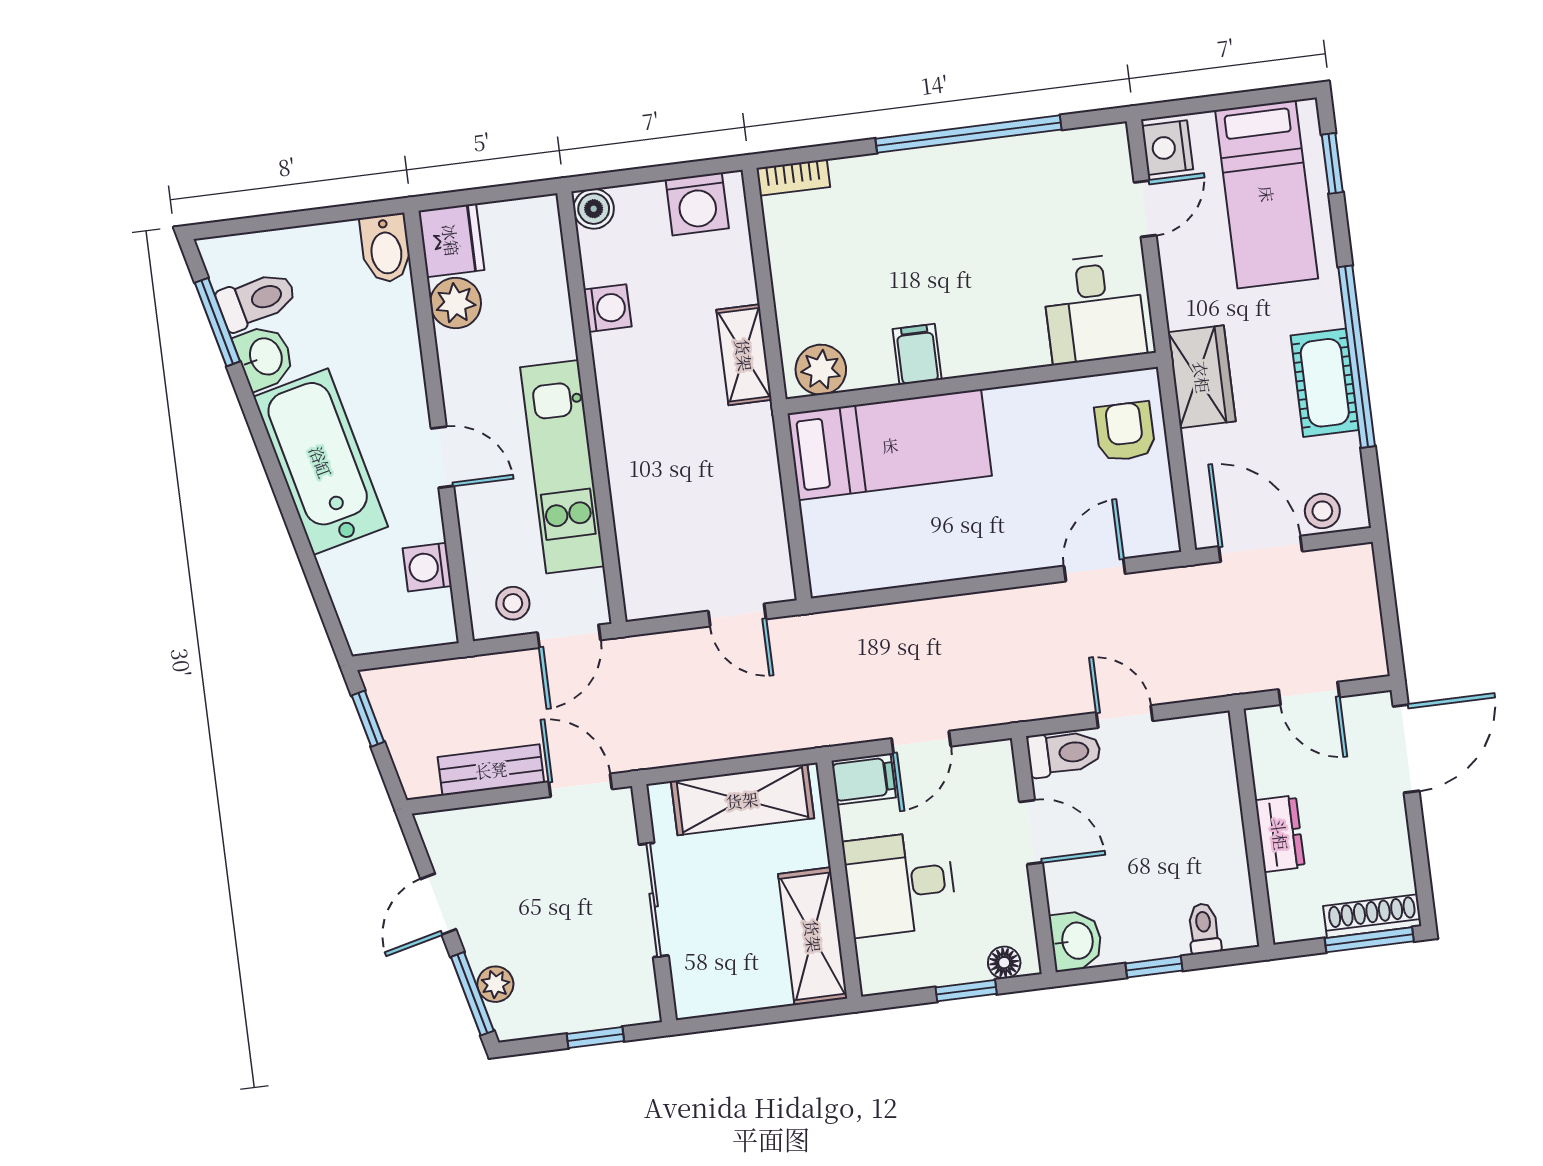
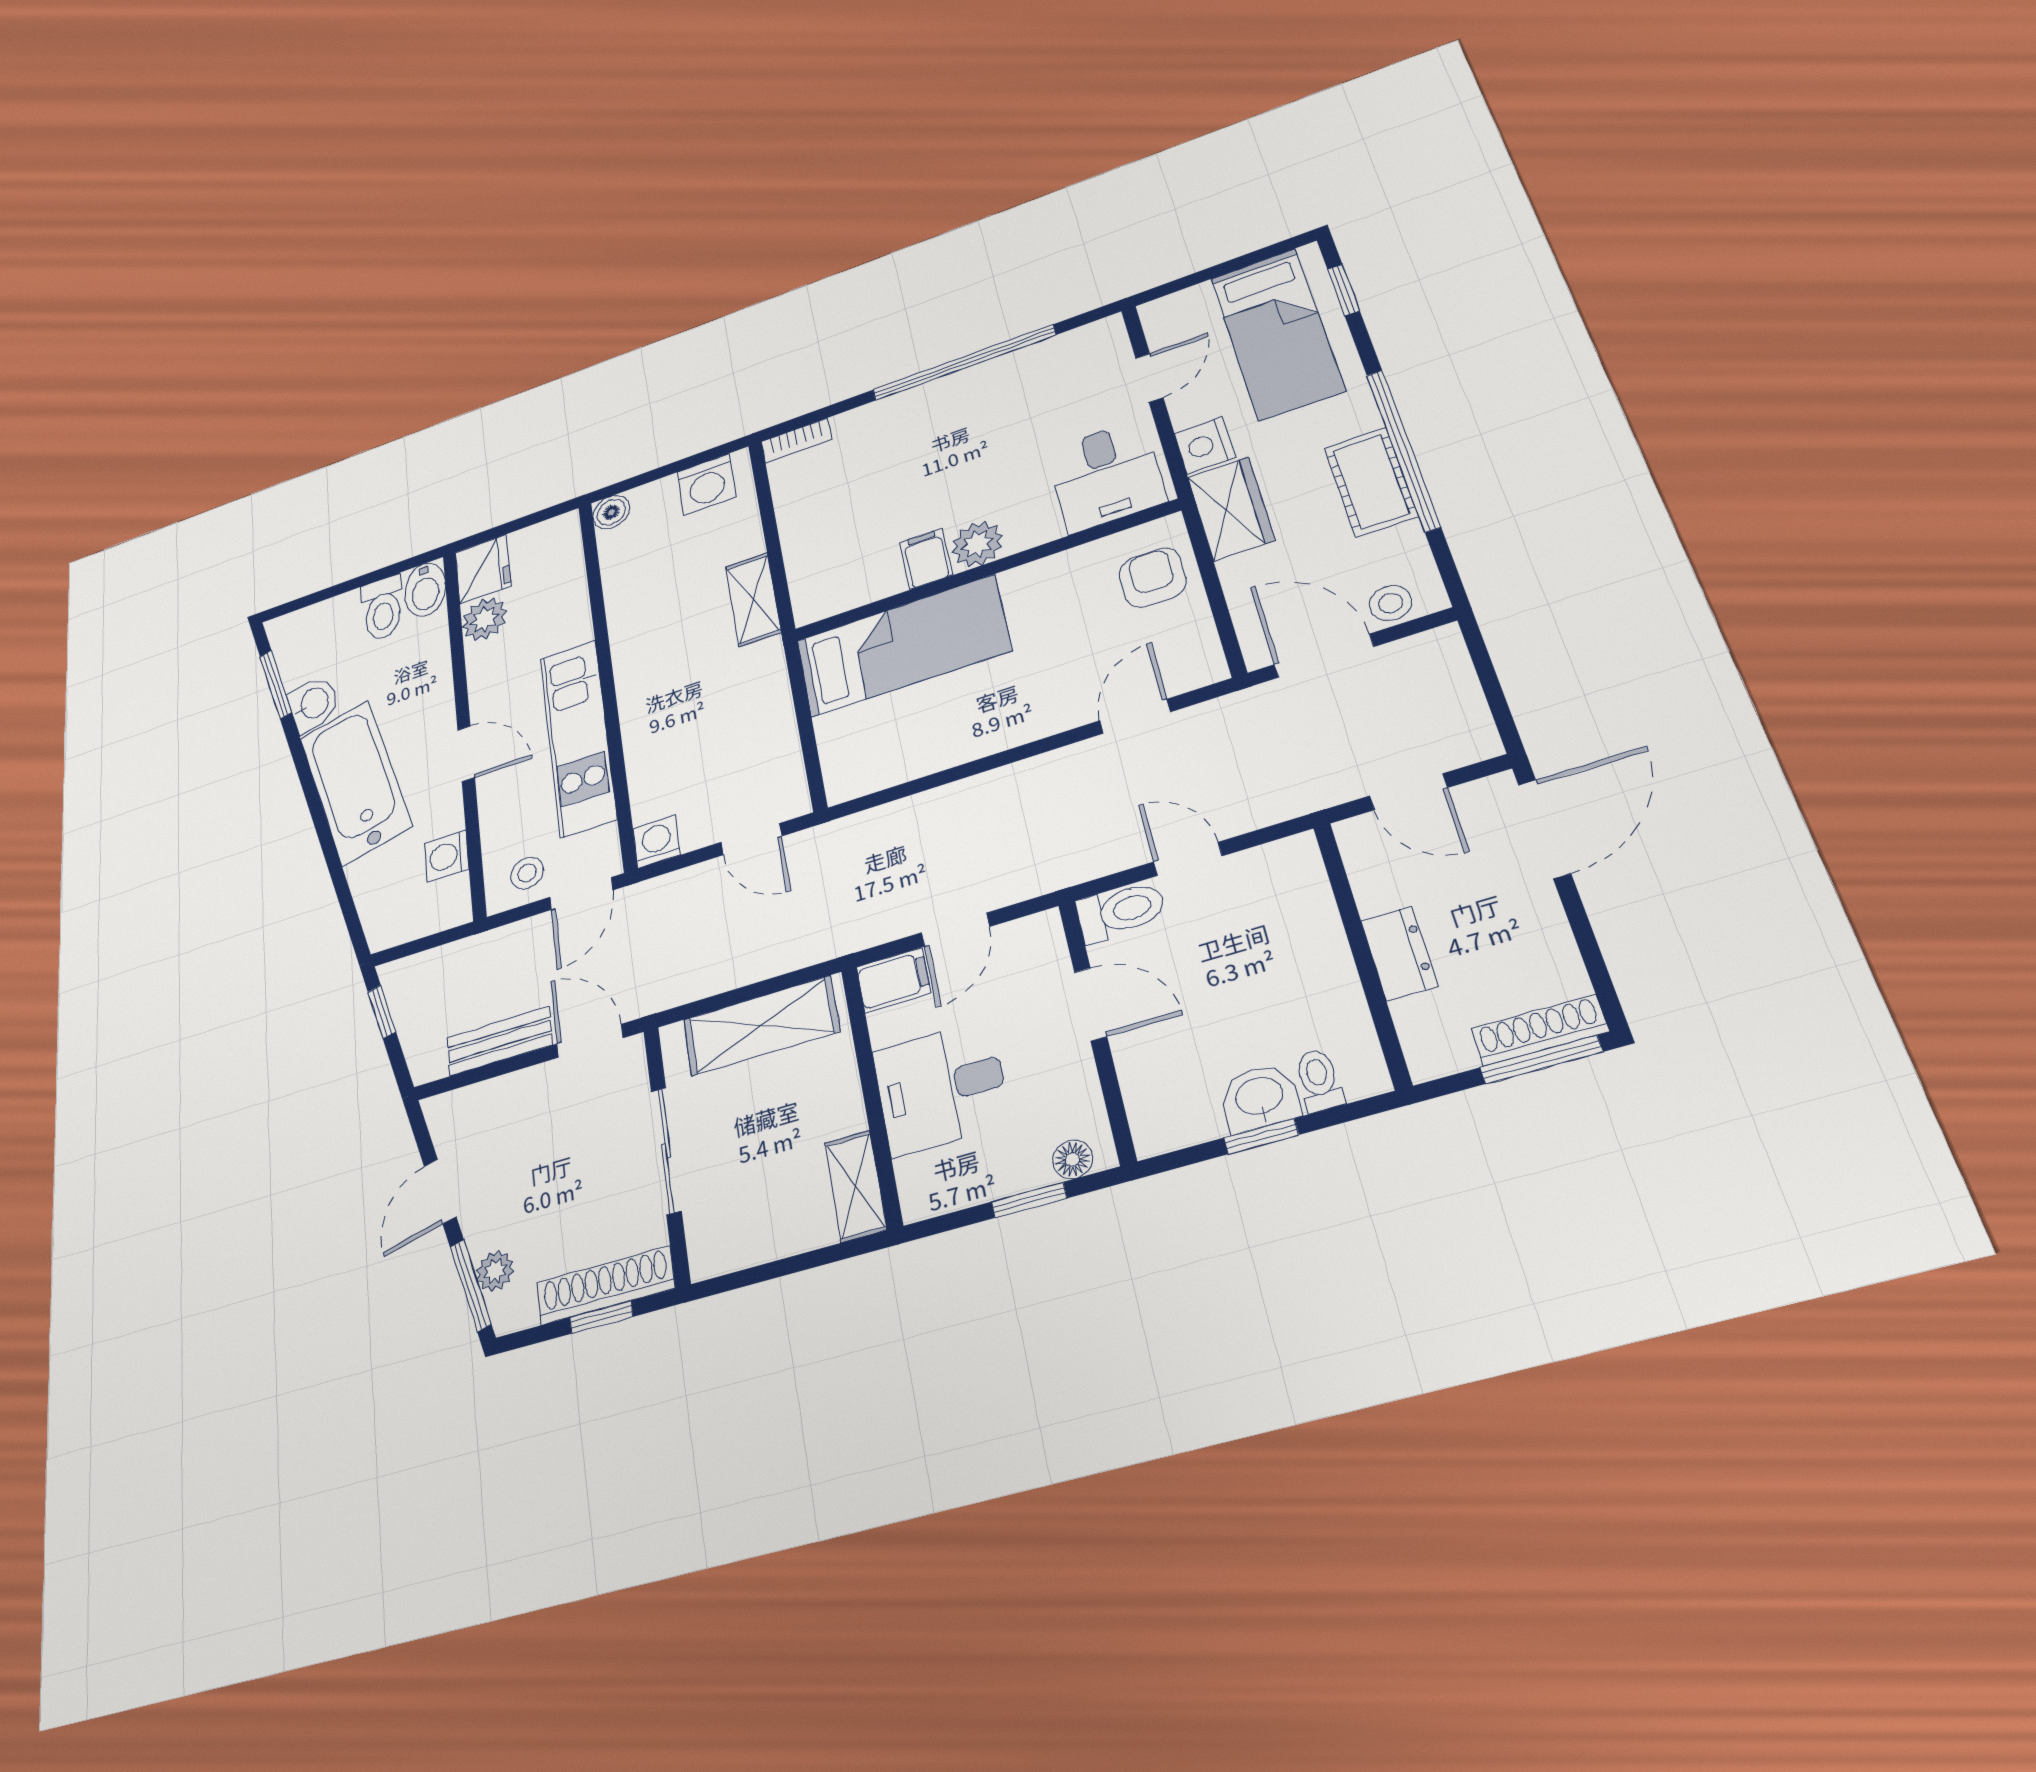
nightstand: (1167, 148) -> (1205, 445), moved
toilet: (257, 300) -> (383, 608), moved, turned 104
washing machine: (608, 308) -> (657, 842), moved, turned -90
plant: (821, 370) -> (977, 544), moved
shelving: (813, 936) -> (856, 1186), width x0.67, depth x0.75
washbasin: (1076, 941) -> (1259, 1098), moved, turned -90
shoe rack: (599, 1011) -> (605, 1285), added

